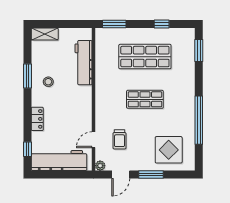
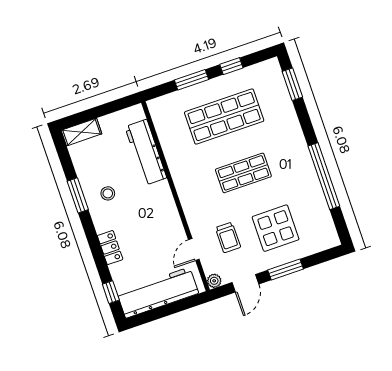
window: (114, 24) -> (191, 80), moved
display table: (169, 150) -> (276, 228), moved

